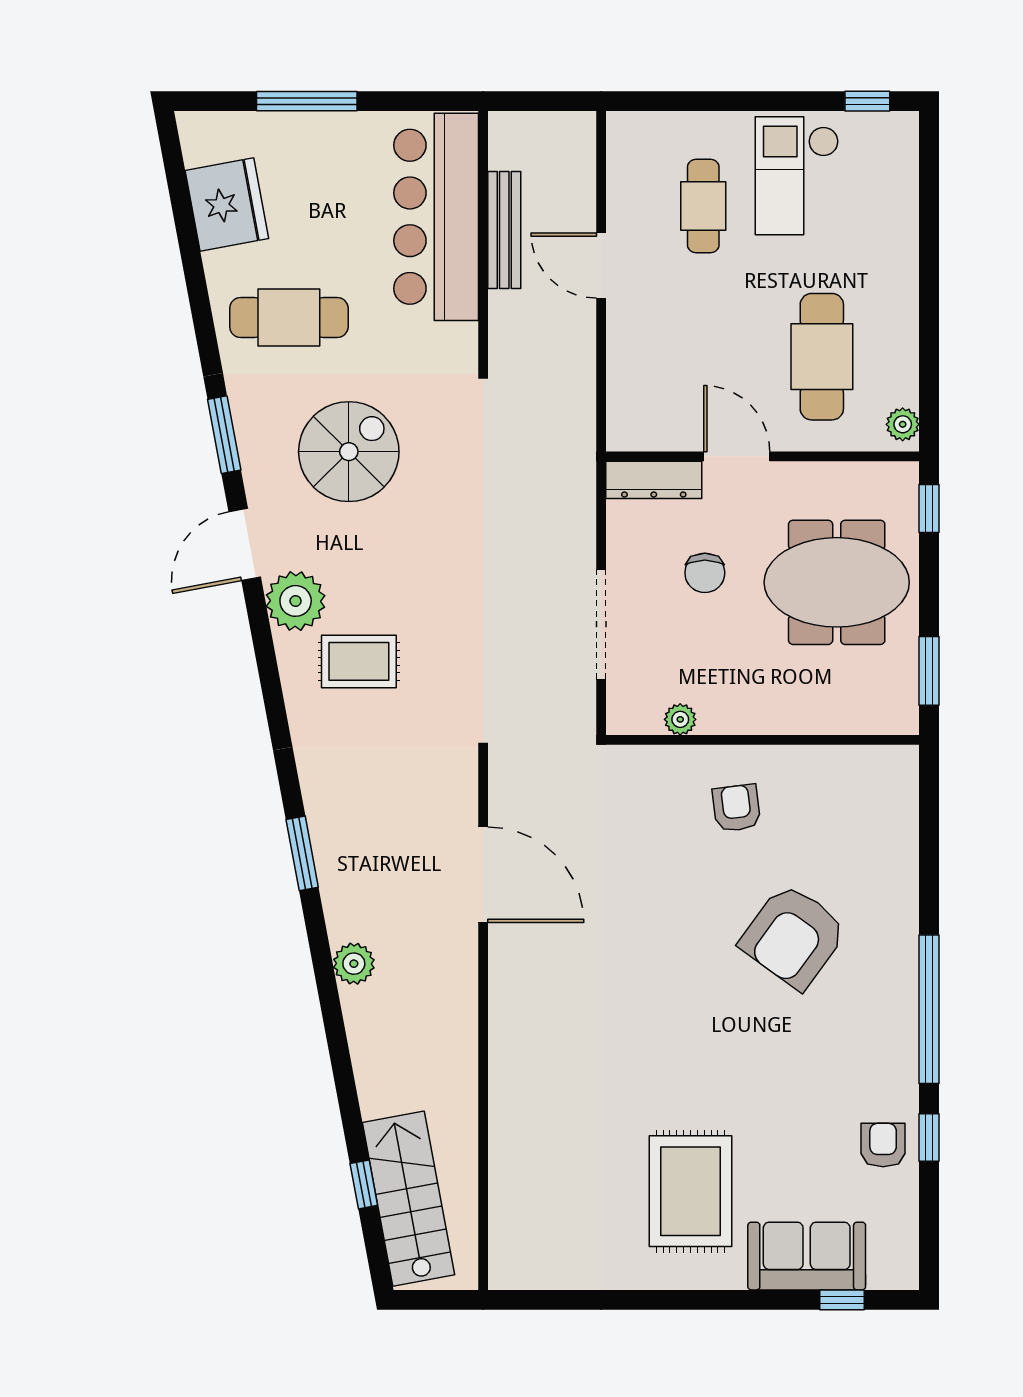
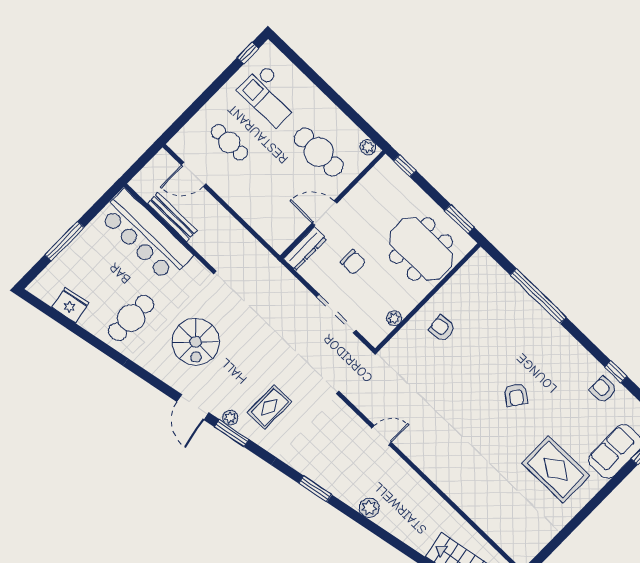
checkout: (797, 176) -> (270, 95), moved
fridge: (227, 204) -> (71, 305), width x0.73, depth x0.75
door: (601, 266) -> (194, 174), moved
window: (224, 435) -> (232, 433), moved
spiral stairs: (349, 452) -> (196, 342), turned 180
meeting table: (837, 582) -> (421, 249), moved, turned 90
plant: (296, 601) -> (230, 418), width x0.53, depth x0.53
door: (483, 875) -> (382, 435), width x0.53
armchair: (793, 936) -> (516, 395), moved, width x0.53, depth x0.53
window: (929, 1009) -> (538, 296), moved

